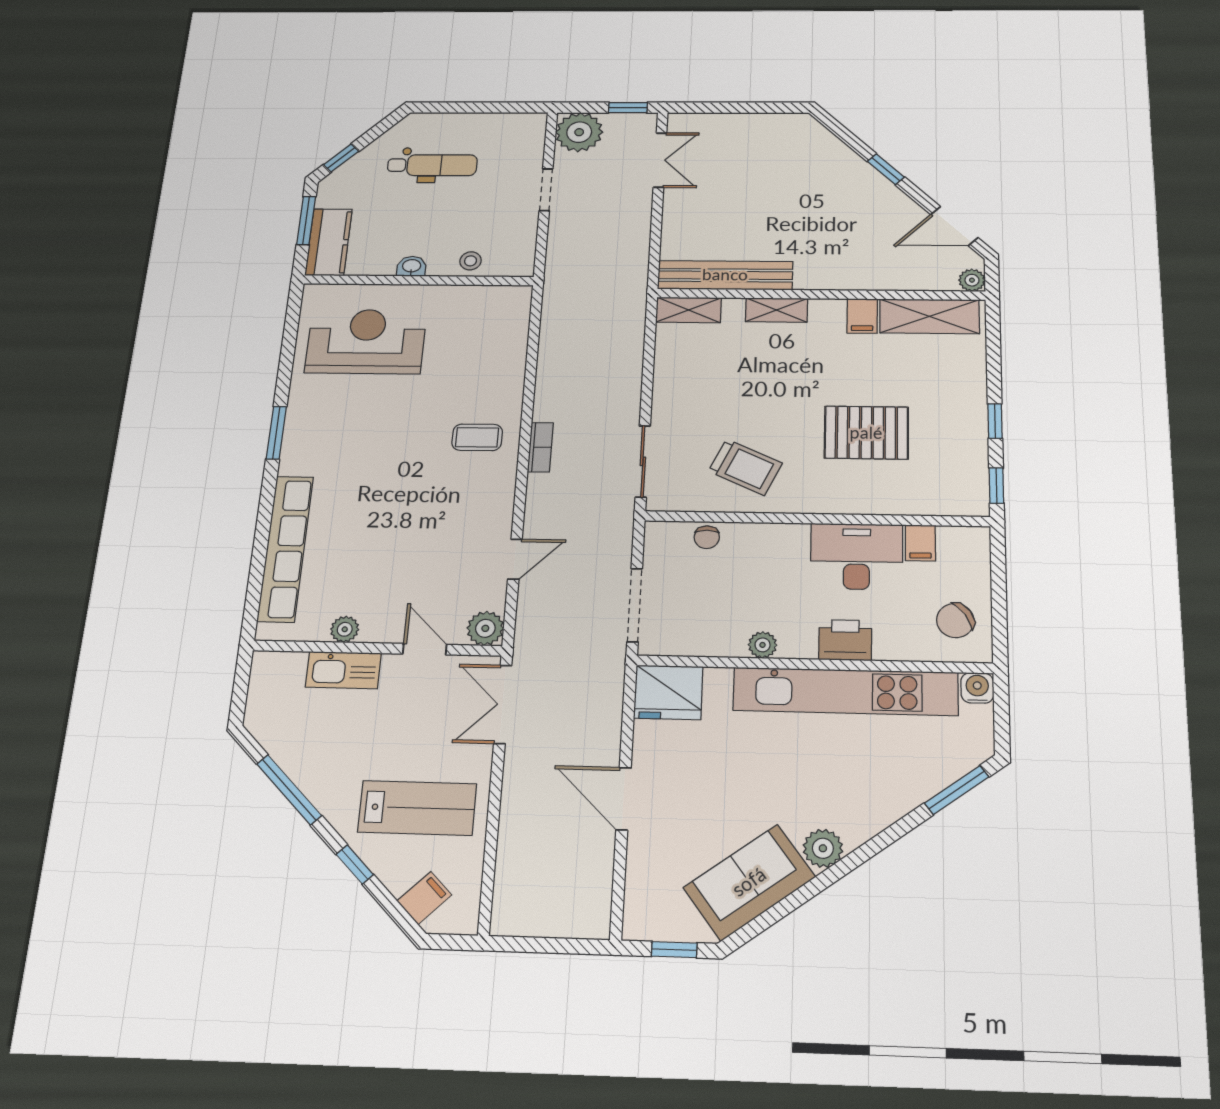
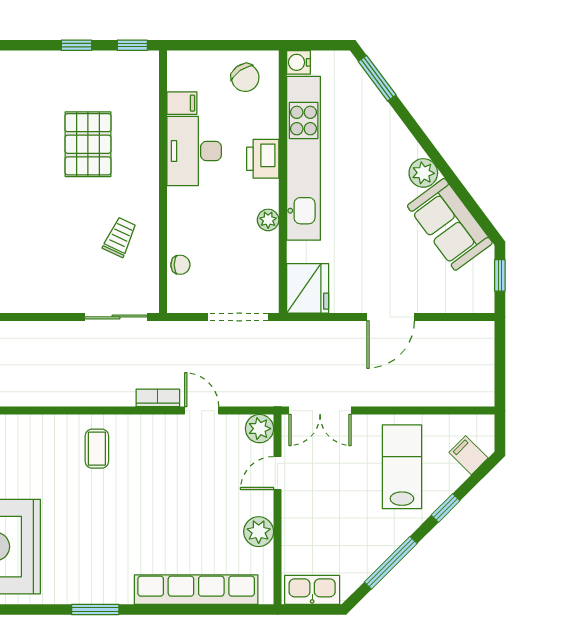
bookcase: (540, 447) -> (158, 398), moved
trolley: (745, 467) -> (120, 237), width x0.73, depth x0.72
plant: (345, 629) -> (259, 532), width x1.38, depth x1.38
kitchen sink: (343, 670) -> (312, 590), moved, turned -90

